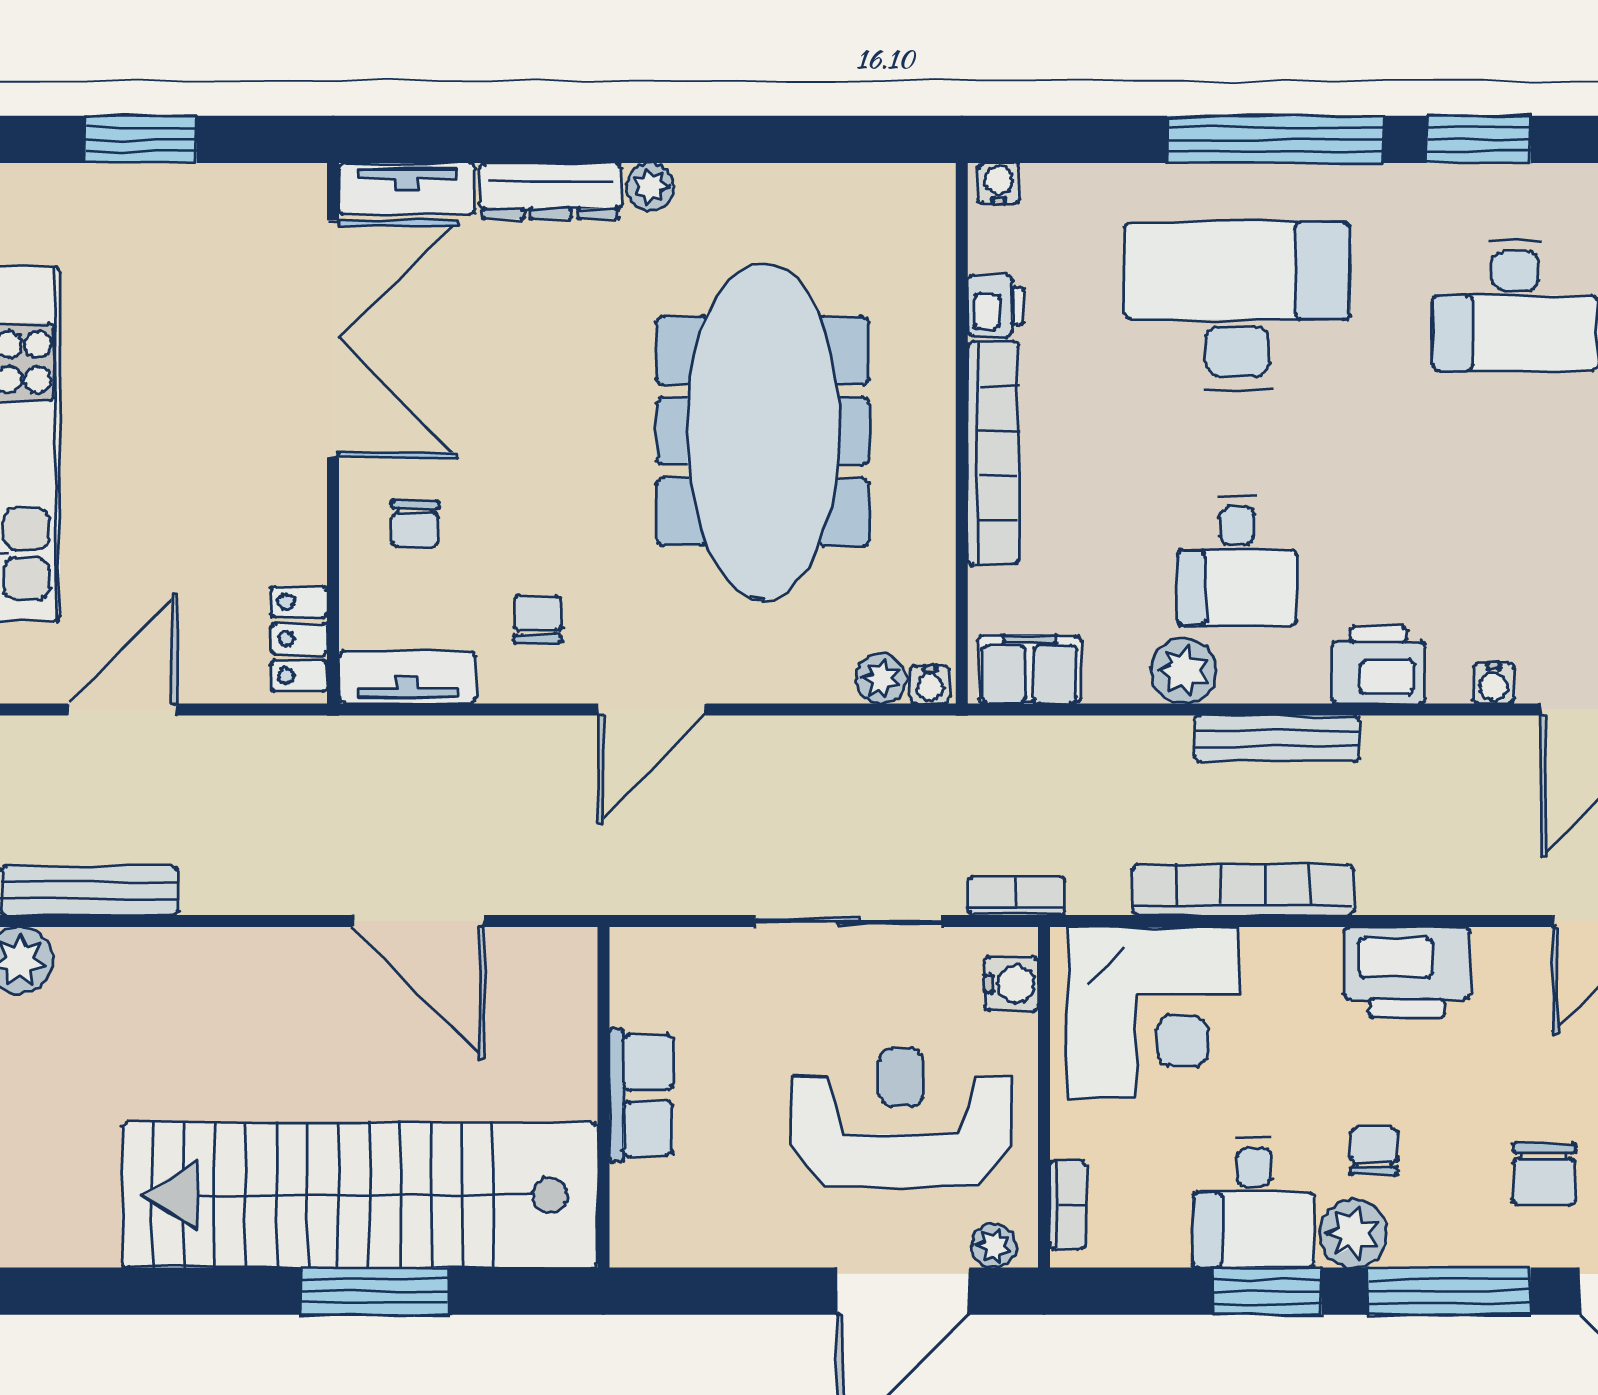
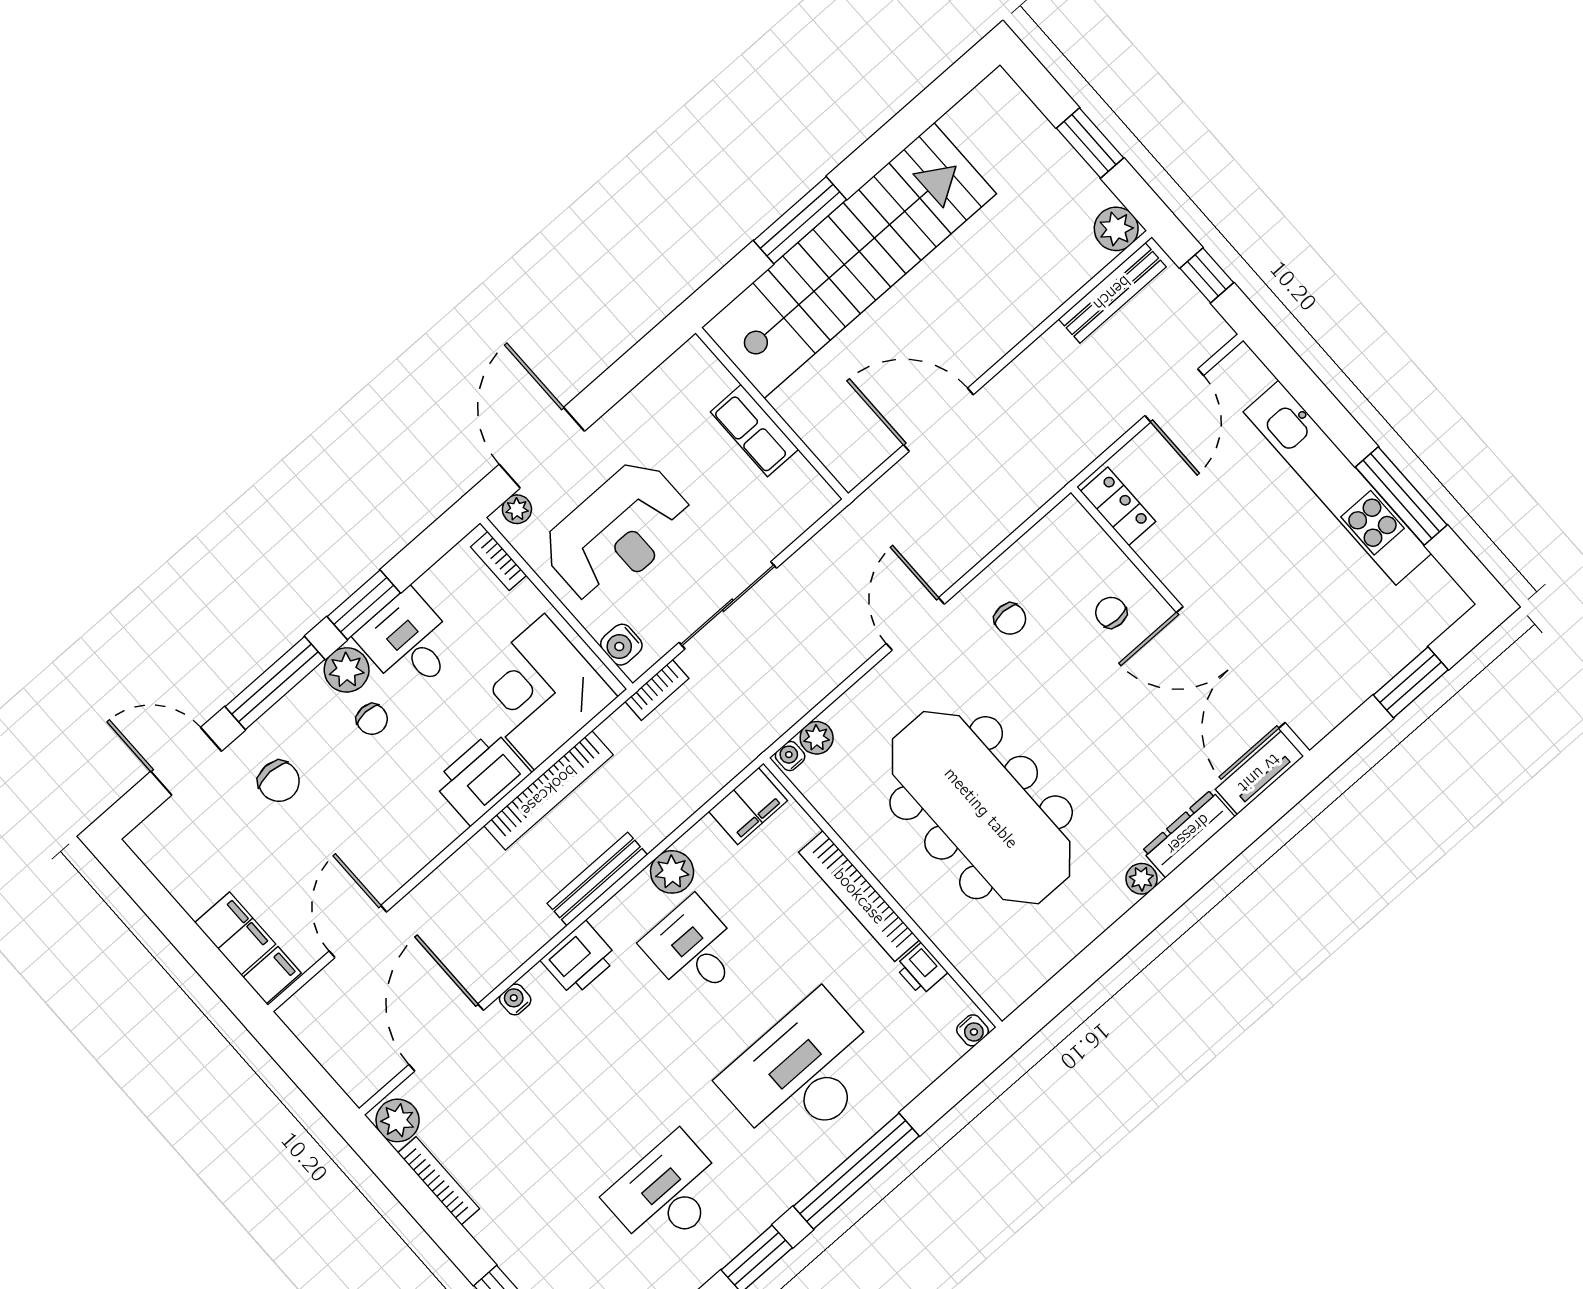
desk: (1237, 306) -> (803, 1073), turned 180
tv unit: (407, 678) -> (1049, 534), removed
printer: (1407, 972) -> (482, 778), moved
chair: (1544, 1174) -> (279, 781), turned 180

